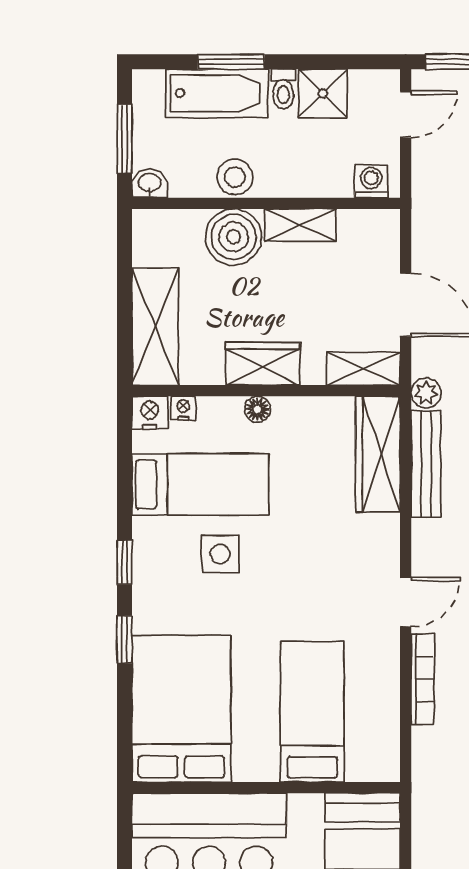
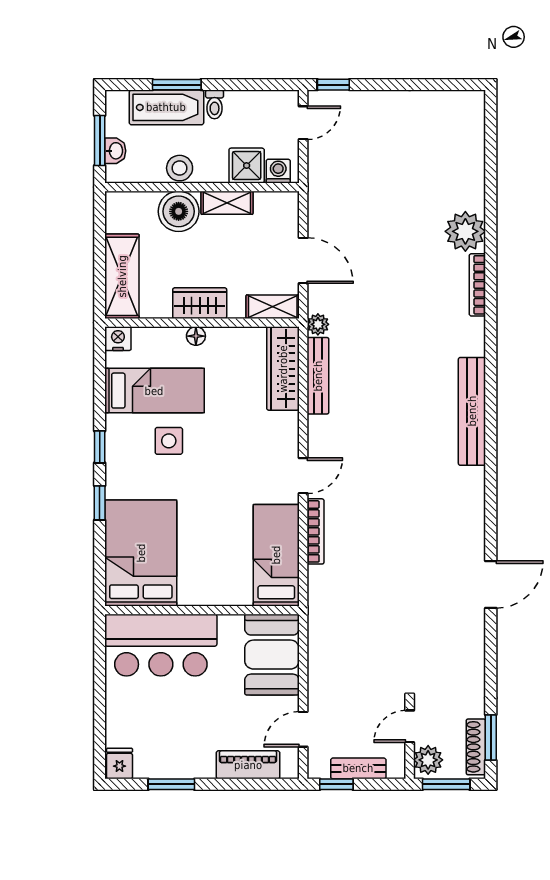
shower: (323, 93) -> (247, 166), moved
washbasin: (150, 183) -> (115, 151), moved, turned 90
nightstand: (183, 408) -> (142, 335), removed
bed: (312, 712) -> (276, 555), moved

